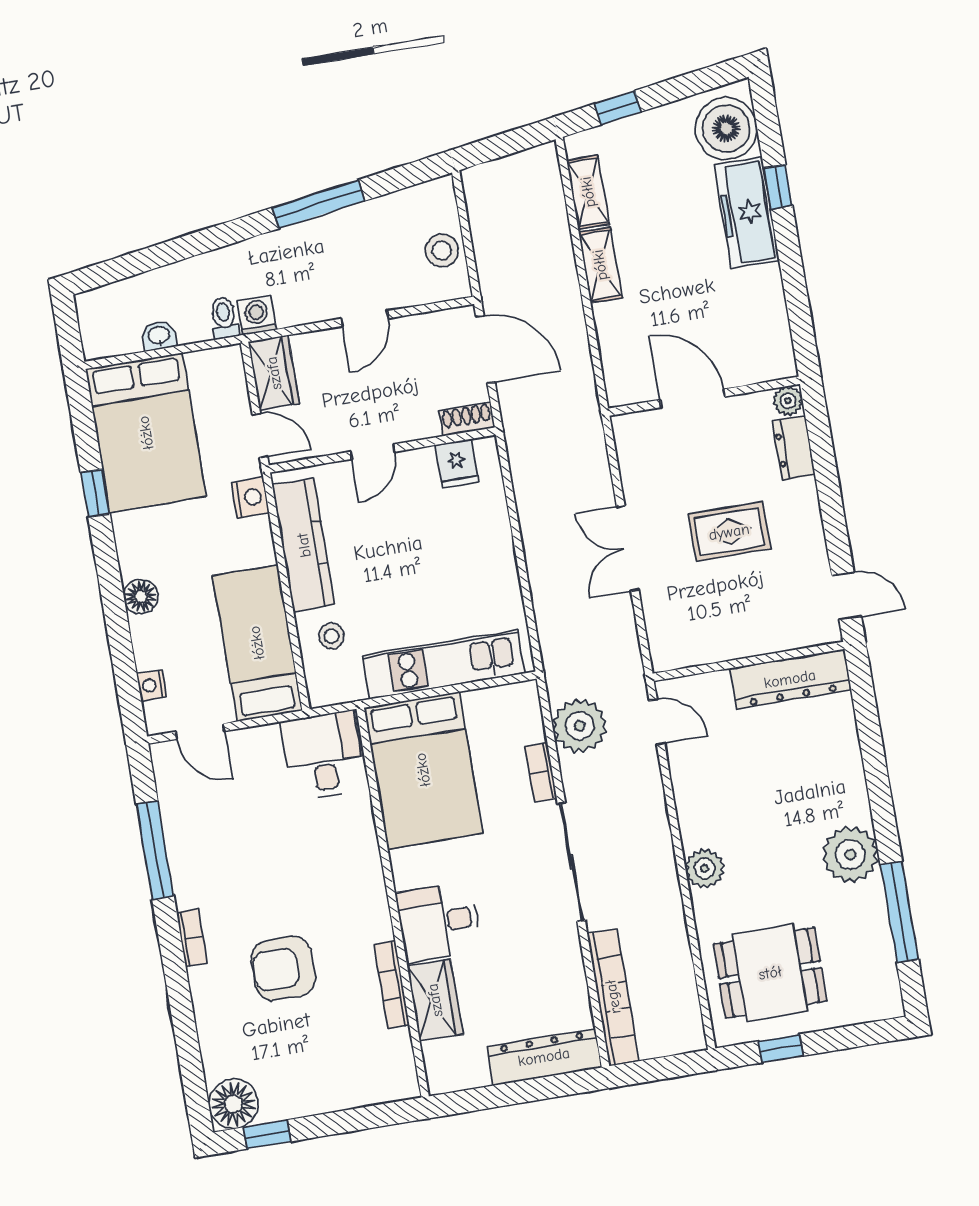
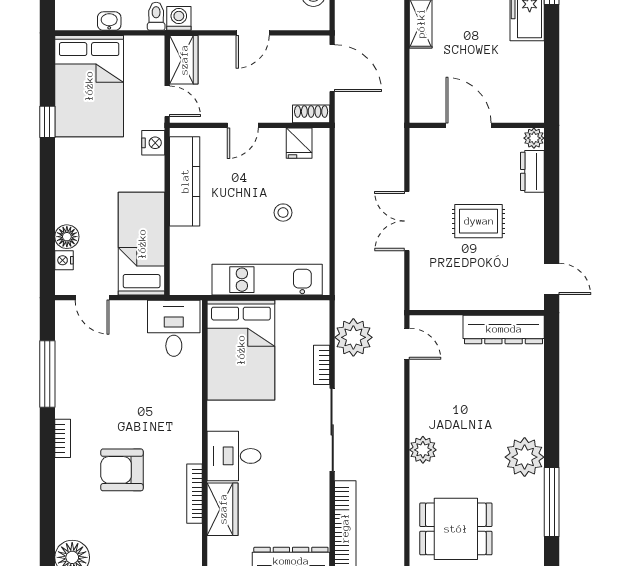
floor lamp: (141, 597) -> (67, 237), moved
stool: (332, 636) -> (283, 213), moved

